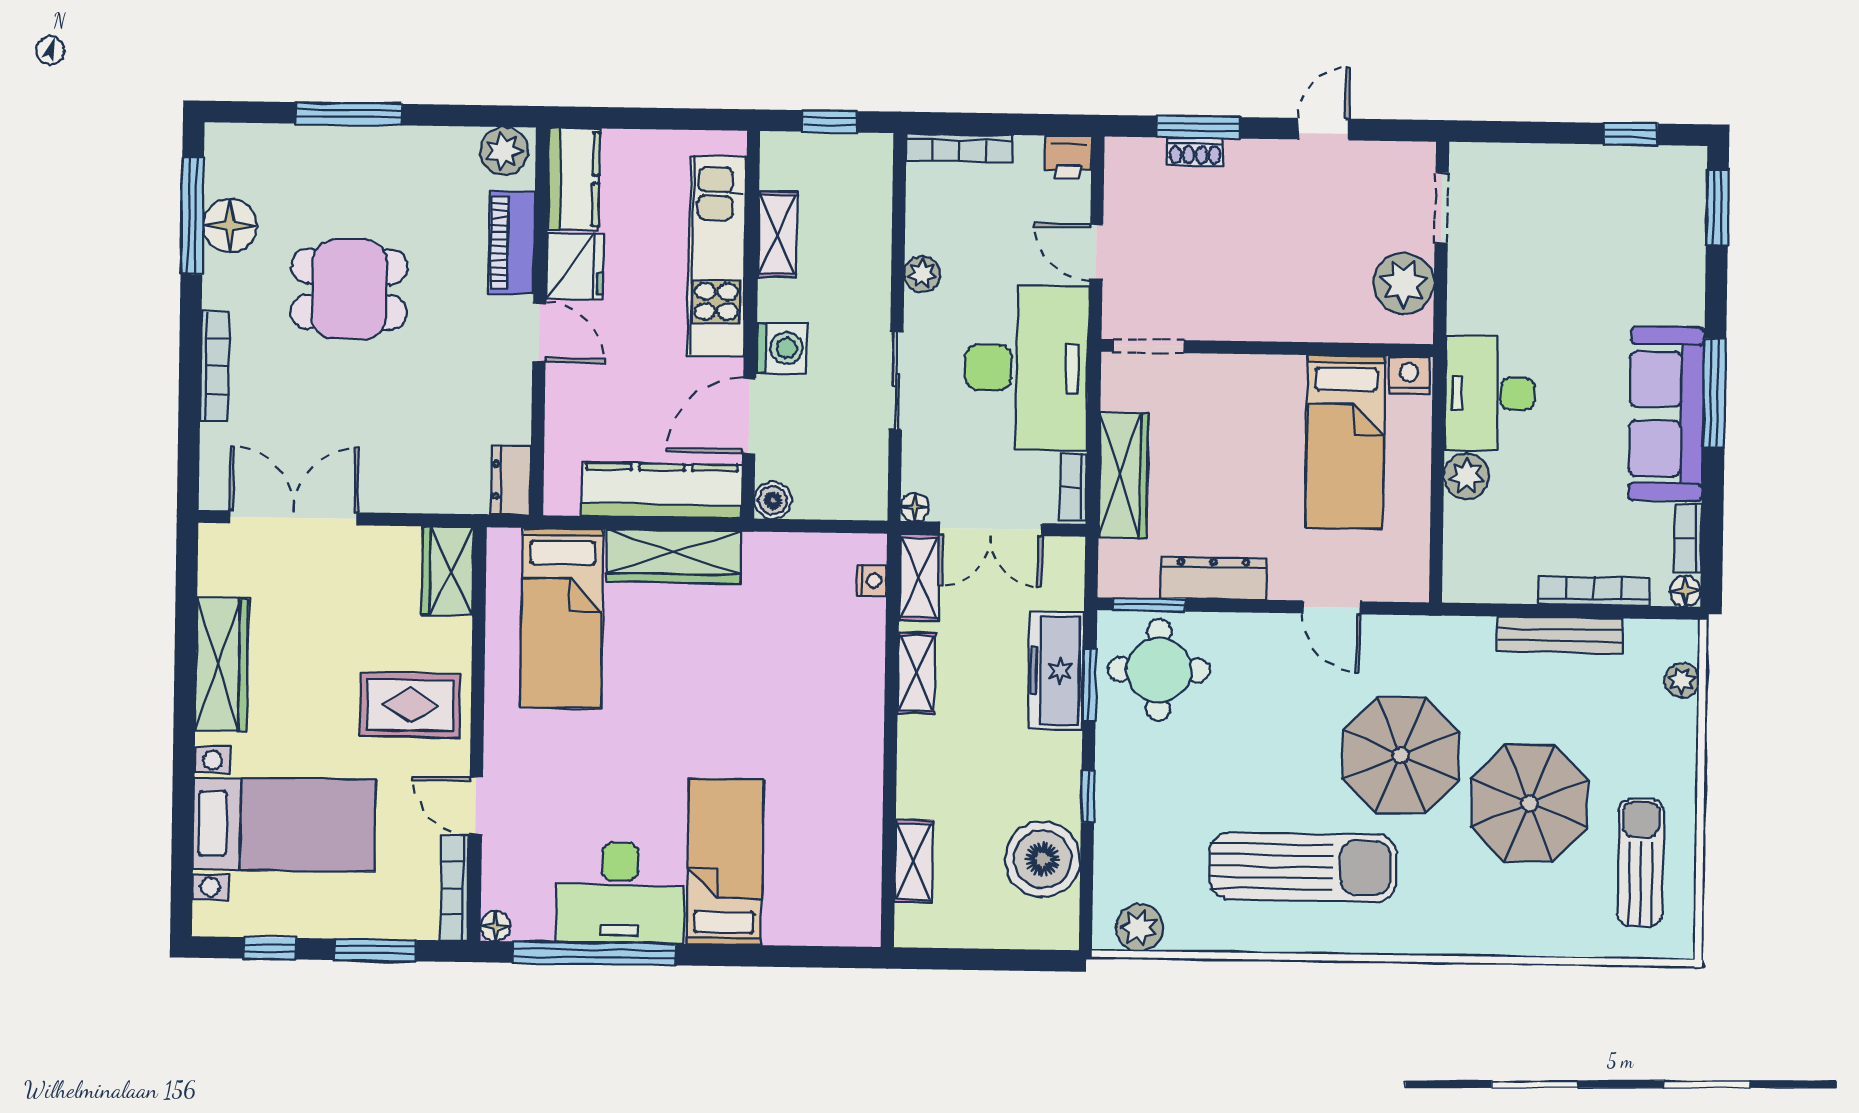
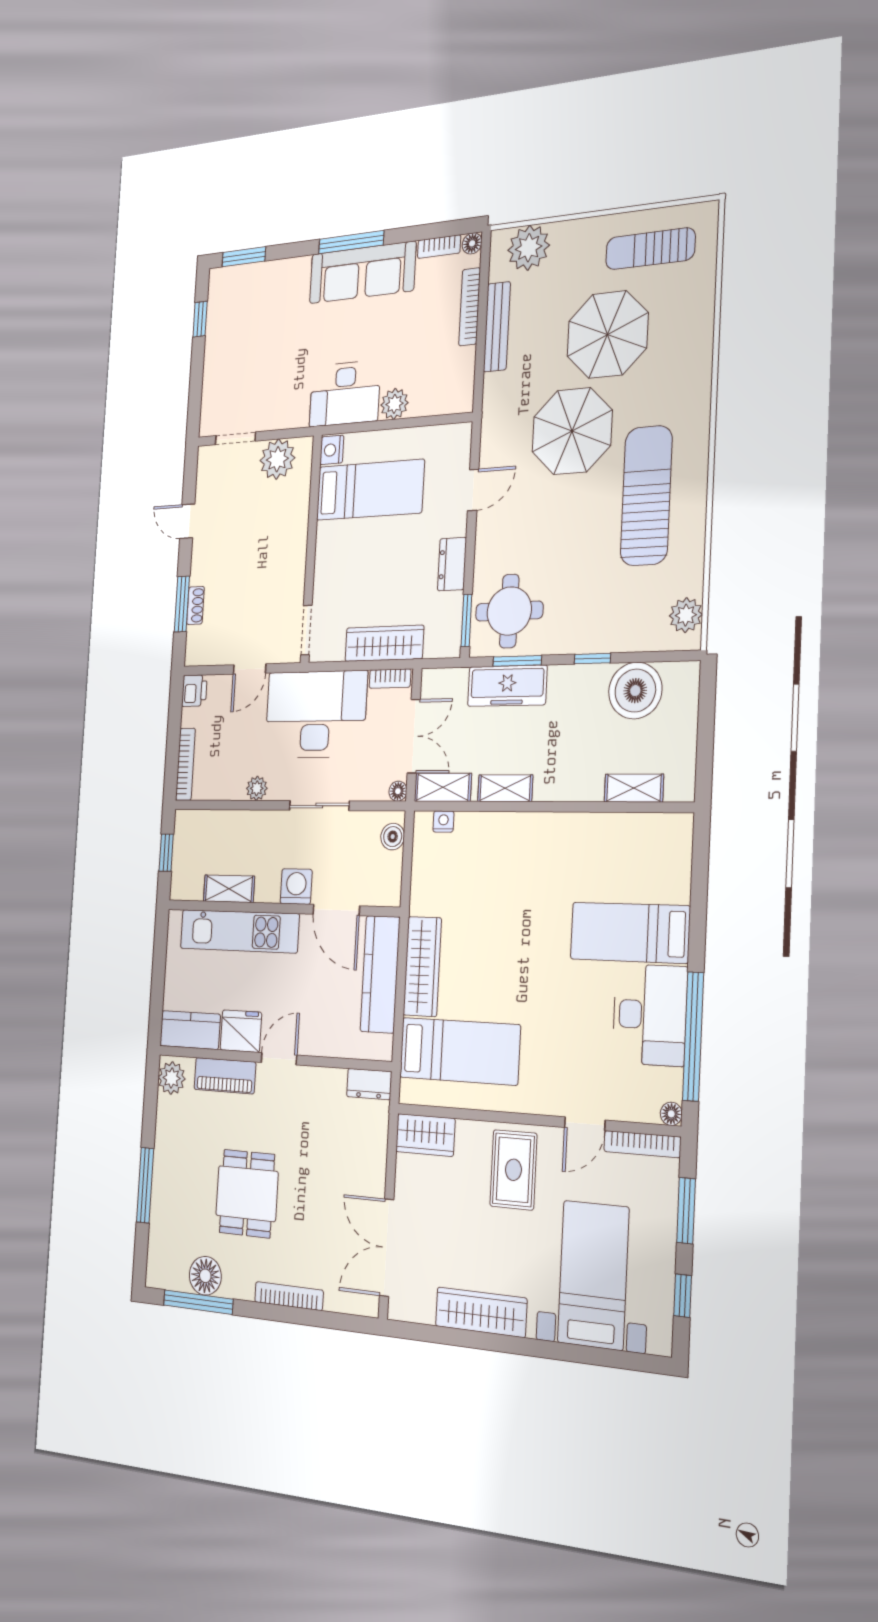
boiler: (773, 500) -> (393, 837), moved
dresser: (1213, 578) -> (452, 564), width x0.70
plant: (1682, 680) -> (529, 248), width x1.88, depth x1.88

